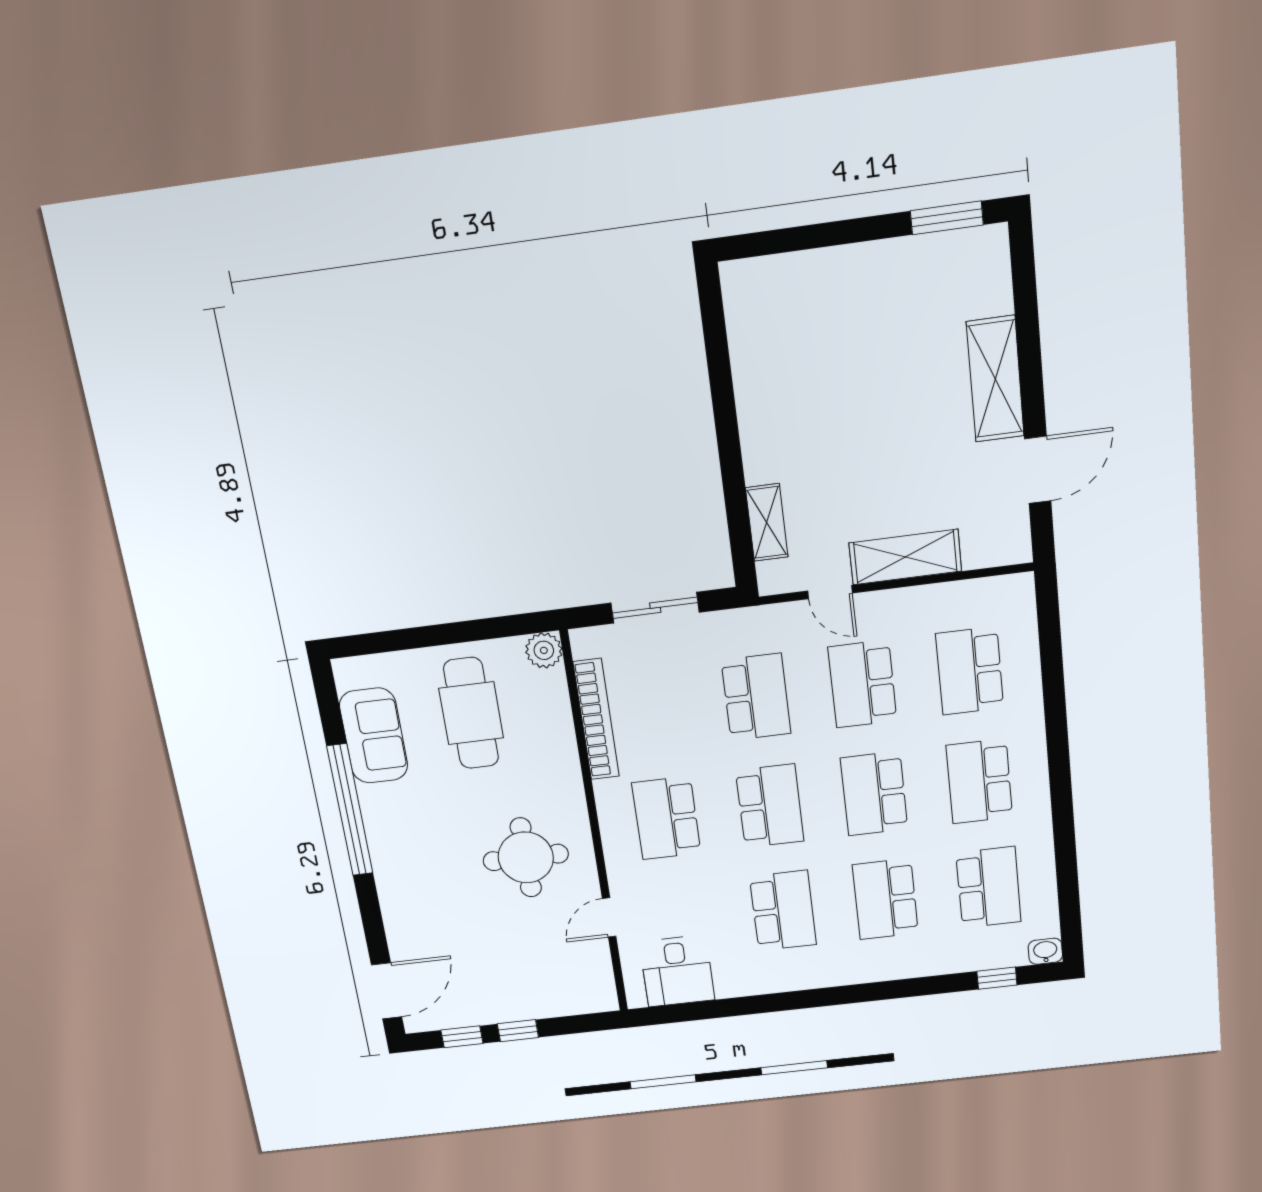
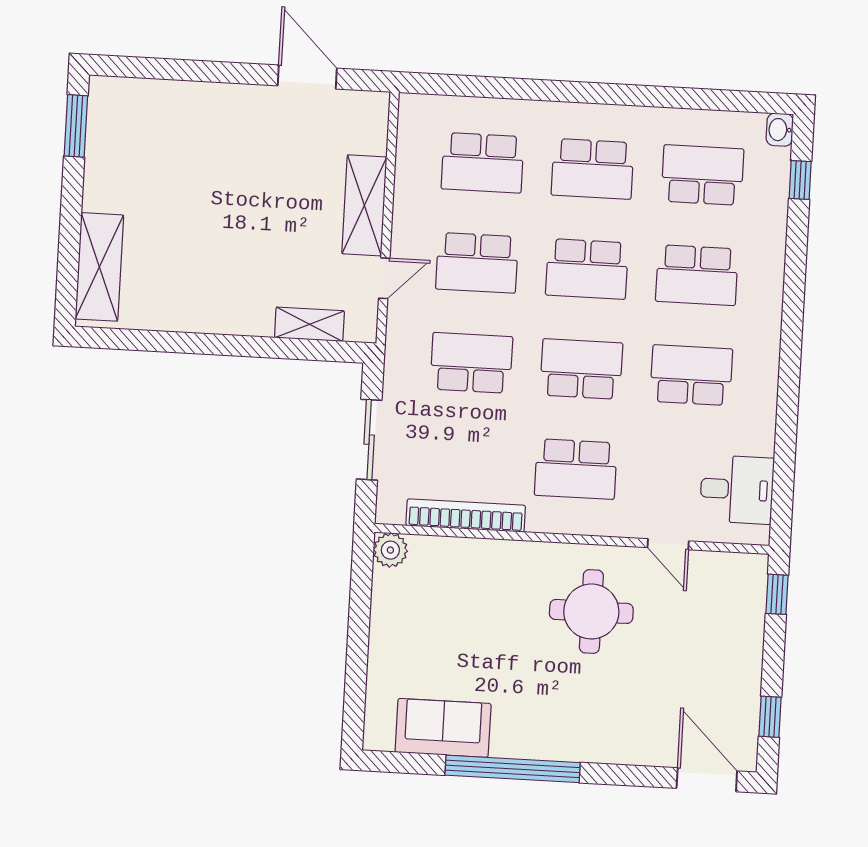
shelving: (995, 379) -> (99, 267), moved, turned 90
cafe table: (471, 713) -> (438, 631), removed
window: (518, 1031) -> (777, 594), moved

